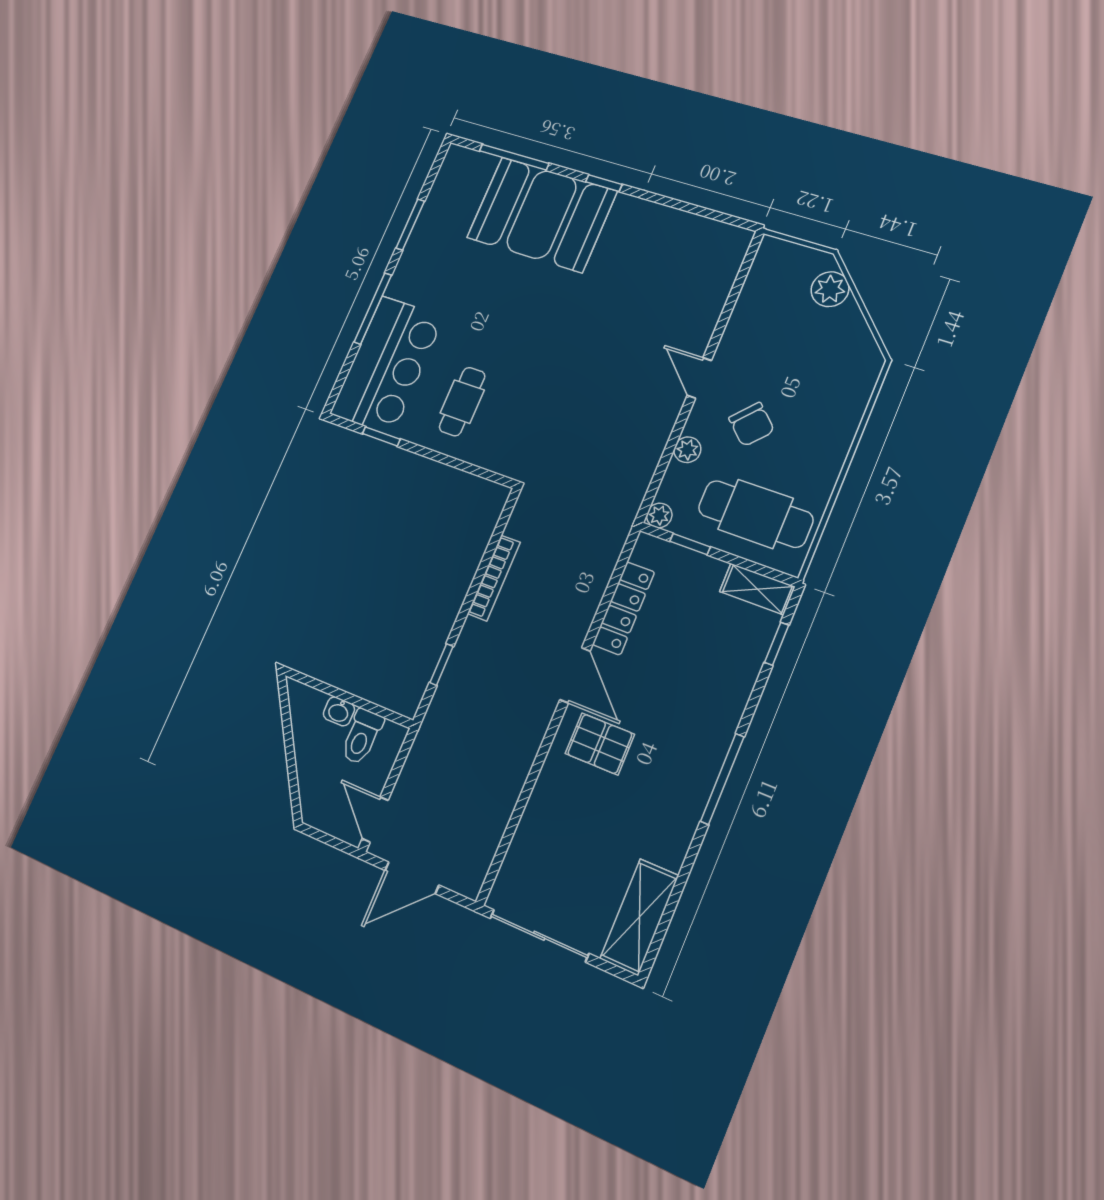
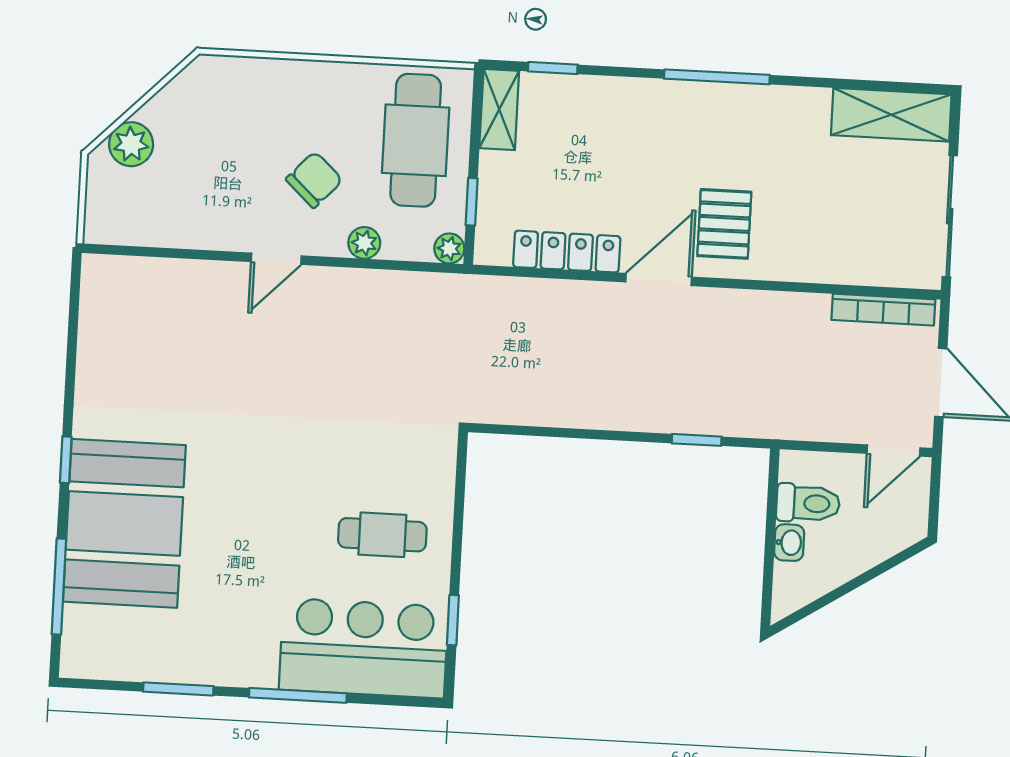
bookcase: (494, 578) -> (883, 310), moved, turned 180

